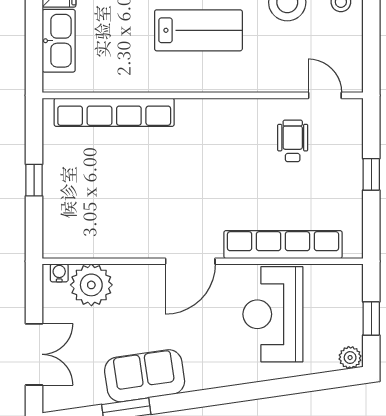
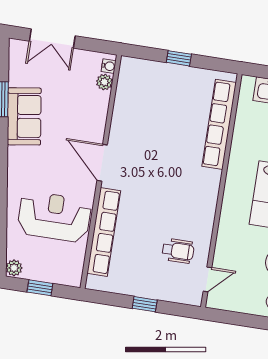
plant: (91, 285) -> (104, 82), width x0.53, depth x0.53

